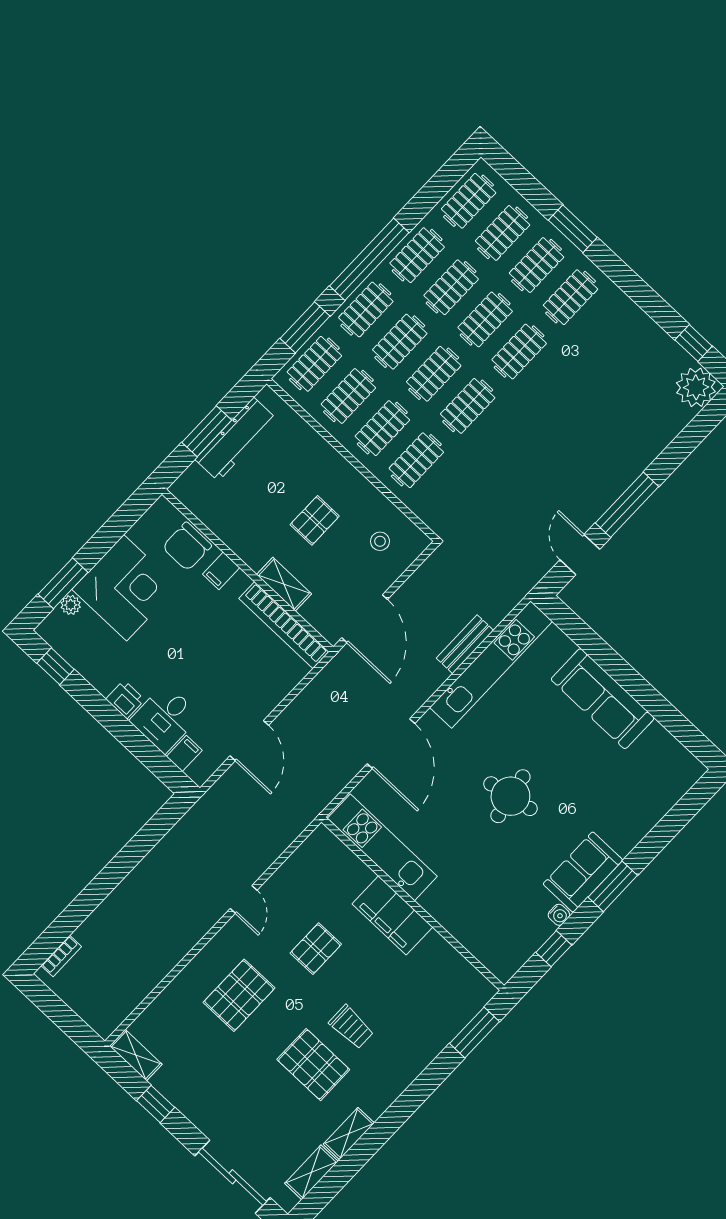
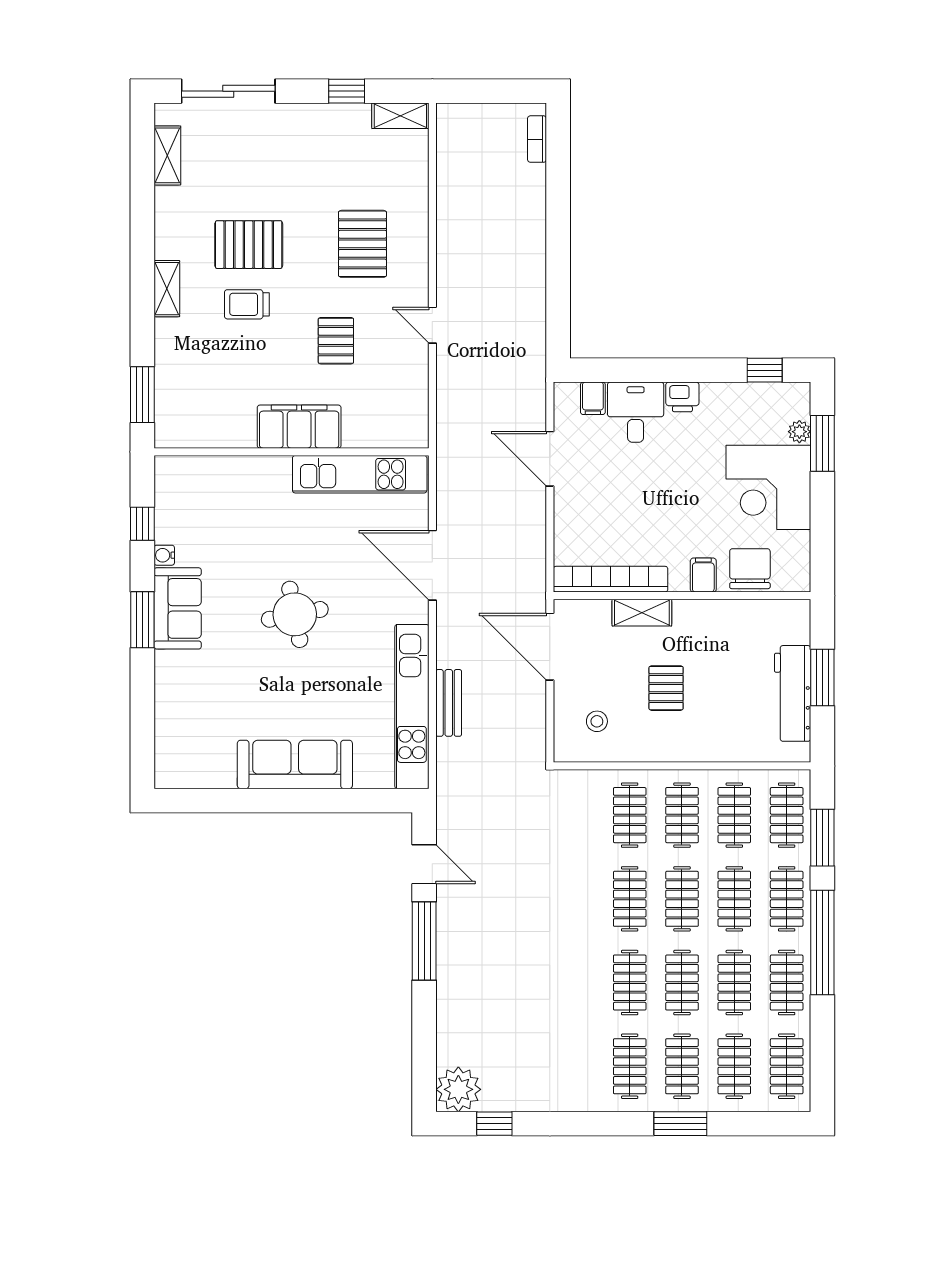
shelving: (349, 1134) -> (167, 289), moved

